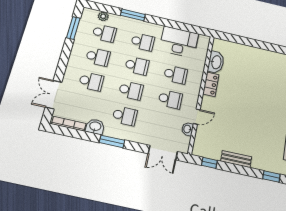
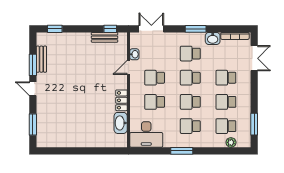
window: (133, 15) -> (182, 151), moved
desk: (179, 42) -> (146, 134), moved
bench: (236, 159) -> (105, 37), moved

